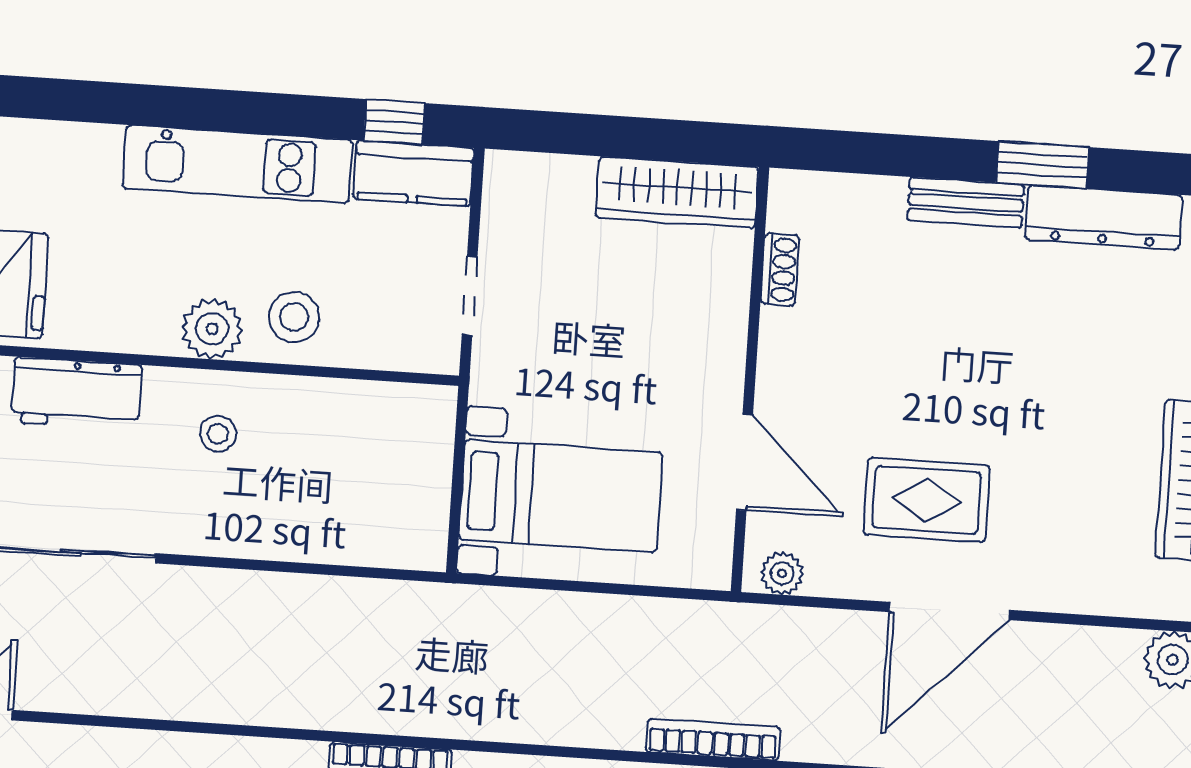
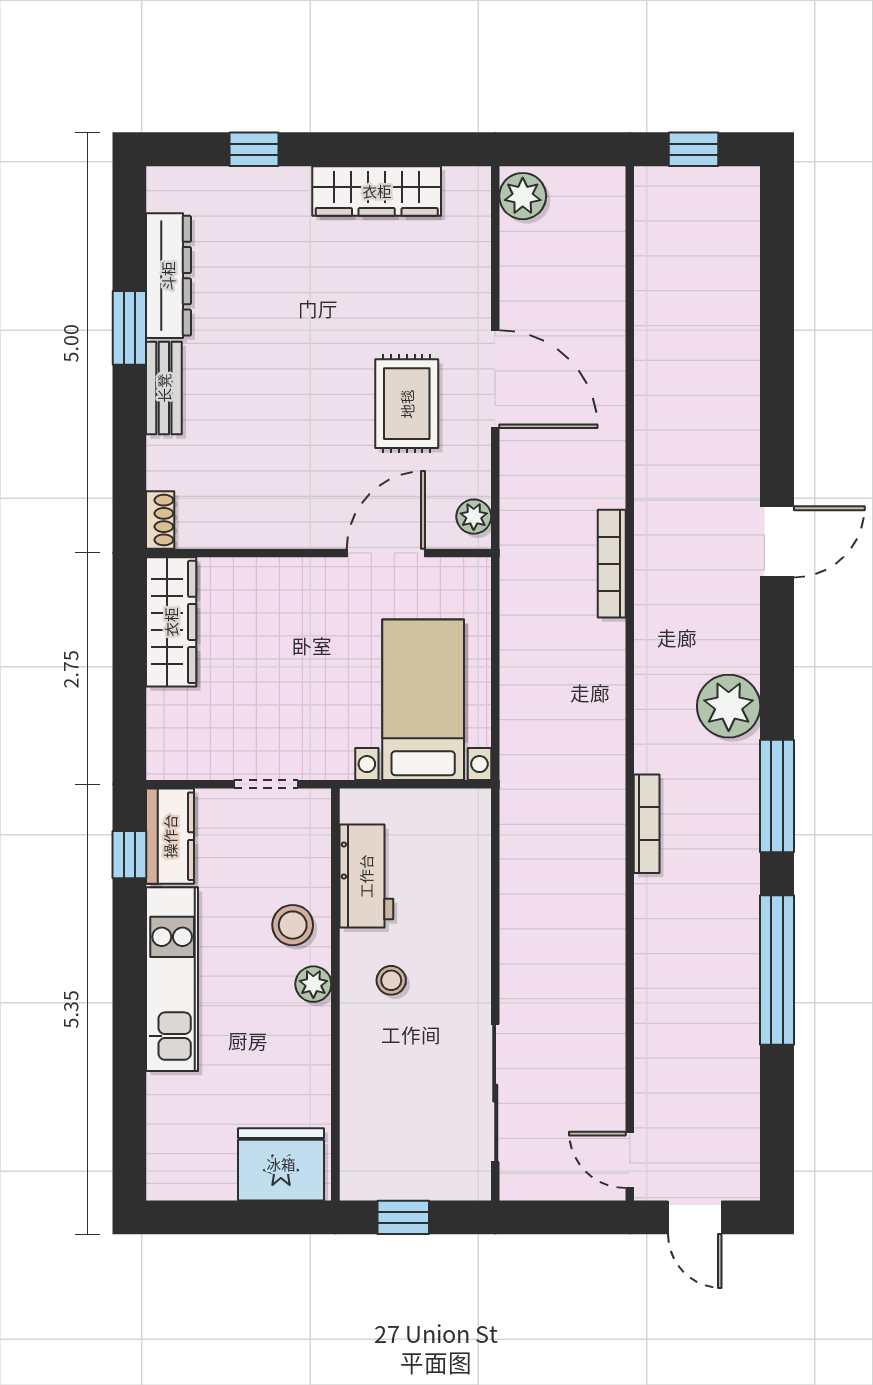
shoe rack: (780, 270) -> (160, 520), moved, turned 90
plant: (212, 329) -> (313, 984), width x0.73, depth x0.73
workbench: (77, 394) -> (366, 876), moved

